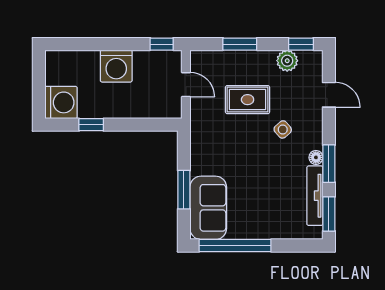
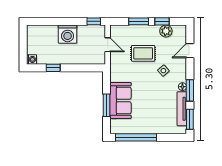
window: (301, 44) -> (162, 21), moved
door: (329, 95) -> (190, 51), swing flipped
washing machine: (61, 102) -> (31, 59), width x0.53, depth x0.53
sofa: (208, 208) -> (120, 100), moved

